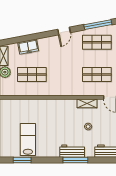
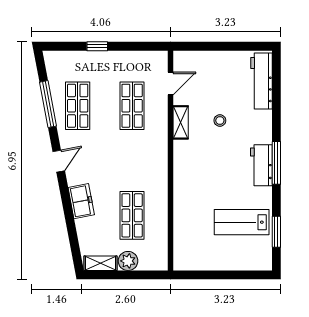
door: (64, 31) -> (59, 161), hinge flipped
freezer: (28, 47) -> (81, 201), moved
workbench: (72, 151) -> (261, 165), moved
window: (75, 160) -> (276, 163), moved

